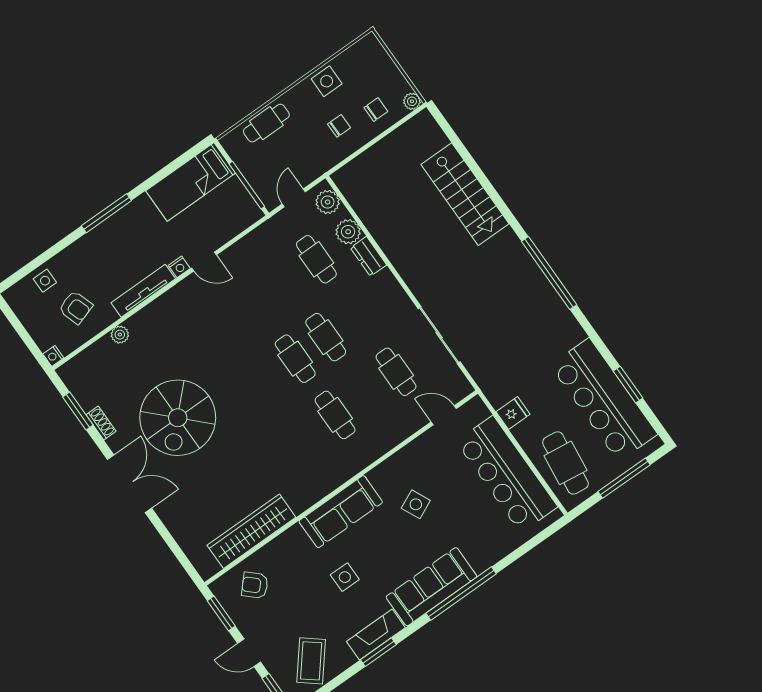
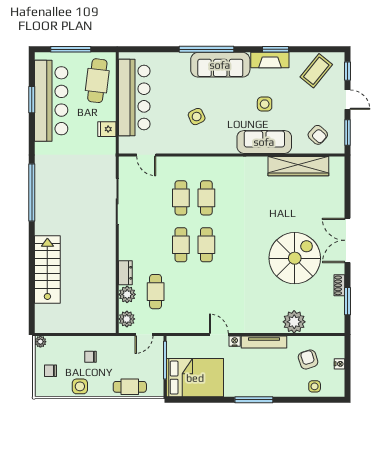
chair: (376, 110) -> (50, 371), moved
bed: (191, 182) -> (195, 378), width x1.50
plant: (120, 335) -> (294, 322), width x1.88, depth x1.88
nightstand: (53, 356) -> (340, 364), moved
cafe table: (396, 372) -> (181, 198), moved
sofa: (341, 512) -> (264, 142), moved

